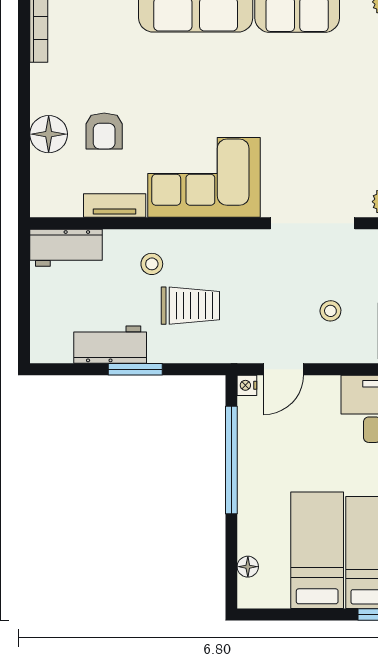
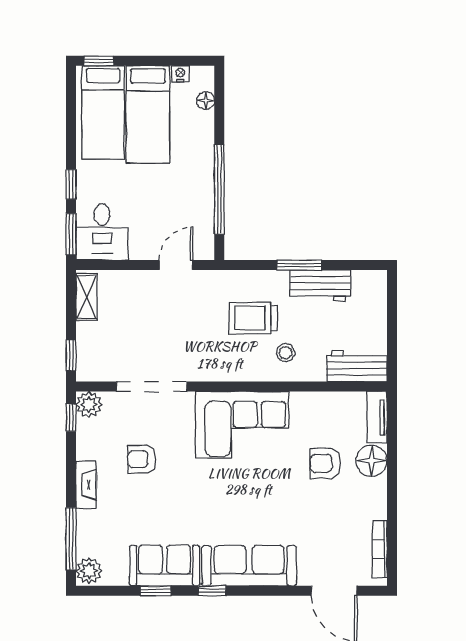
armchair: (104, 131) -> (325, 463), turned -90
armchair: (325, 136) -> (142, 459), added
tv unit: (115, 205) -> (377, 417), moved, turned 90
stool: (330, 311) -> (137, 314), removed
nightstand: (247, 385) -> (180, 74), moved, turned -90

